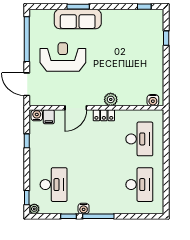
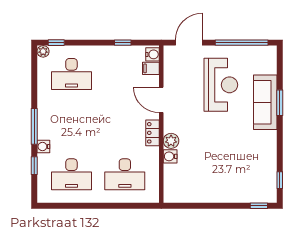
window: (166, 38) -> (259, 206), moved
water cooler: (153, 100) -> (170, 156), moved
water cooler: (84, 209) -> (43, 146), moved
window: (68, 216) -> (34, 166), moved

